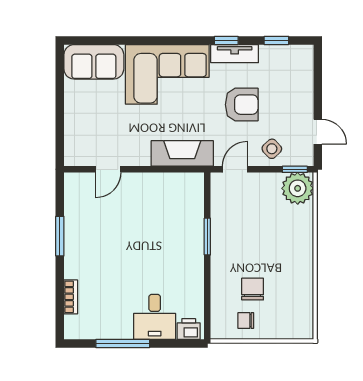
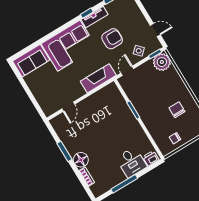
floor lamp: (77, 265) -> (81, 160), added
chair: (253, 289) -> (177, 110), moved

